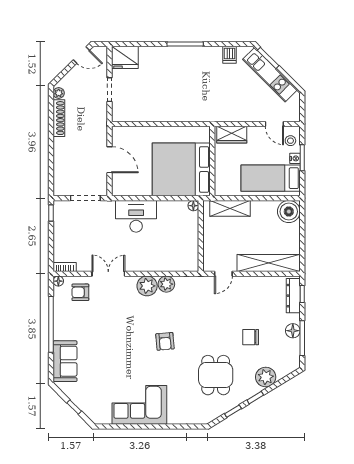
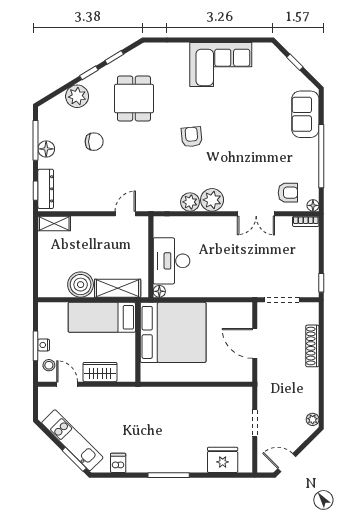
fridge: (125, 57) -> (223, 460), moved
shoe rack: (59, 118) -> (312, 346), moved
wardrobe: (232, 135) -> (100, 372), moved
bed: (271, 178) -> (102, 317), moved, turned 180
boiler: (289, 212) -> (81, 285), moved
desk: (136, 216) -> (171, 261), moved, turned 90
shelving: (269, 263) -> (54, 223), width x0.45, depth x0.75

